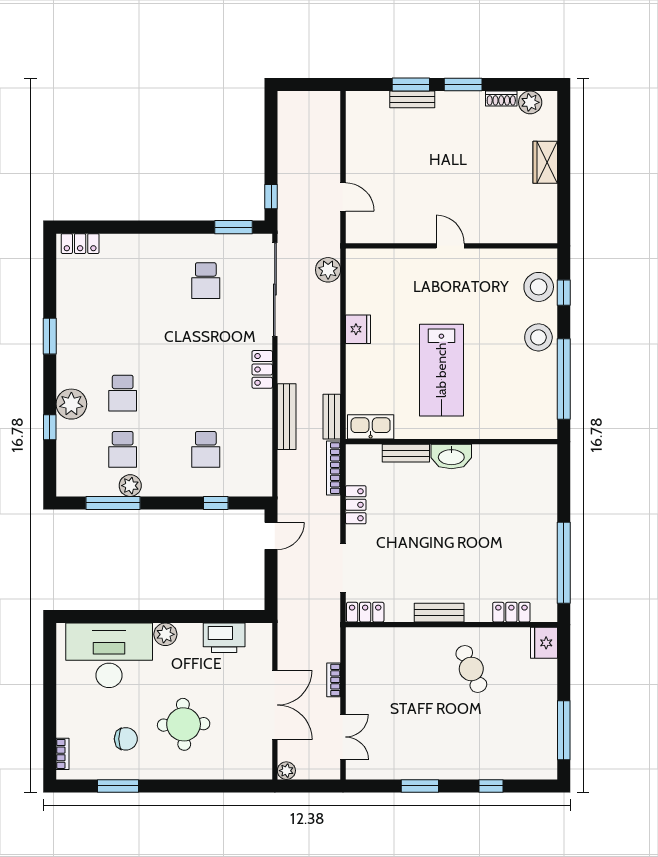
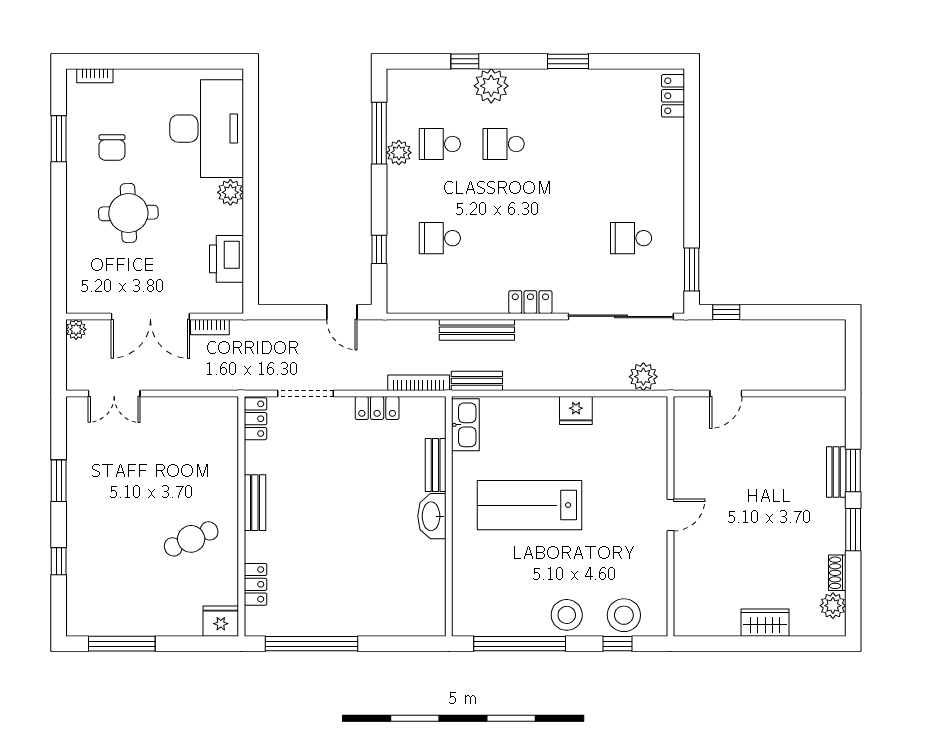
bookcase: (334, 680) -> (210, 327), moved, turned 180

